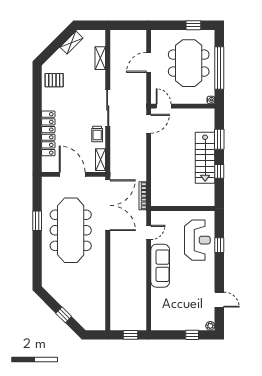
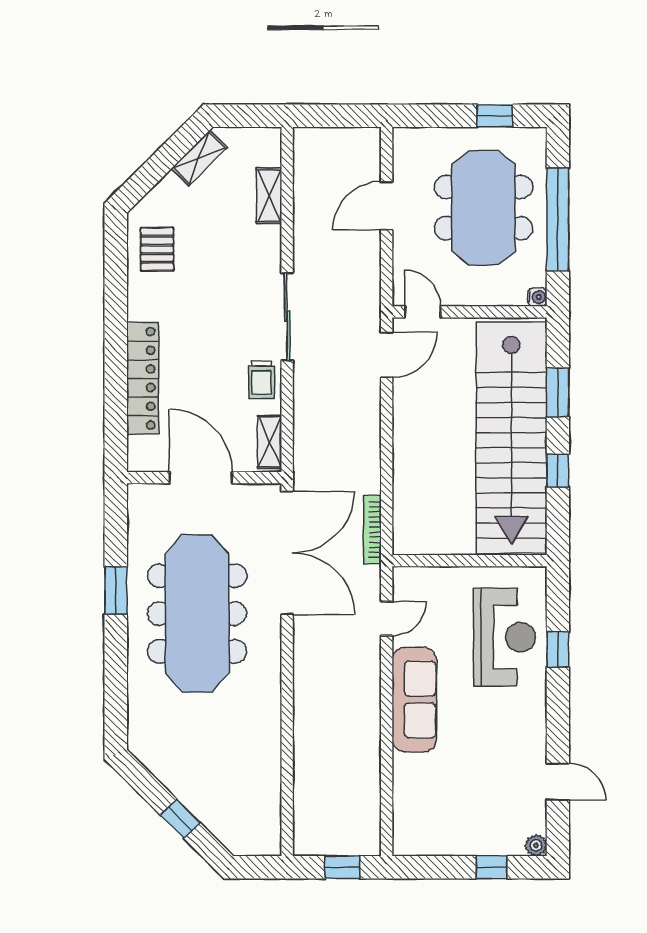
pallet: (54, 80) -> (157, 249), turned 90
stairs: (205, 158) -> (511, 438), width x1.86, depth x1.51

